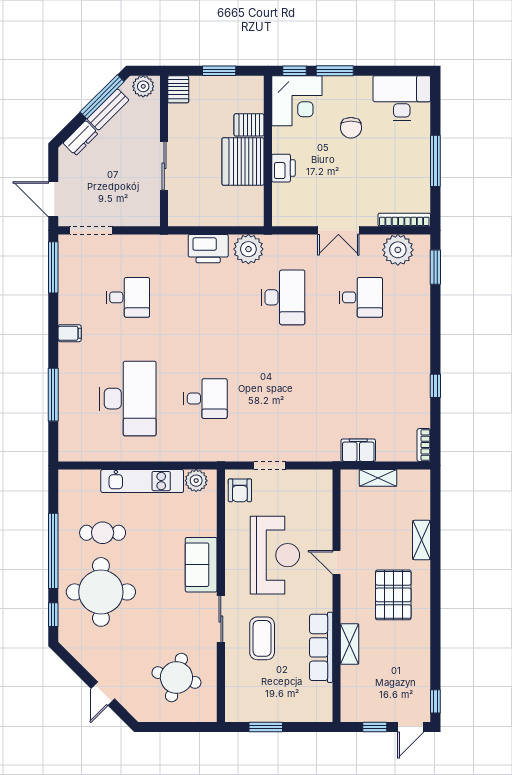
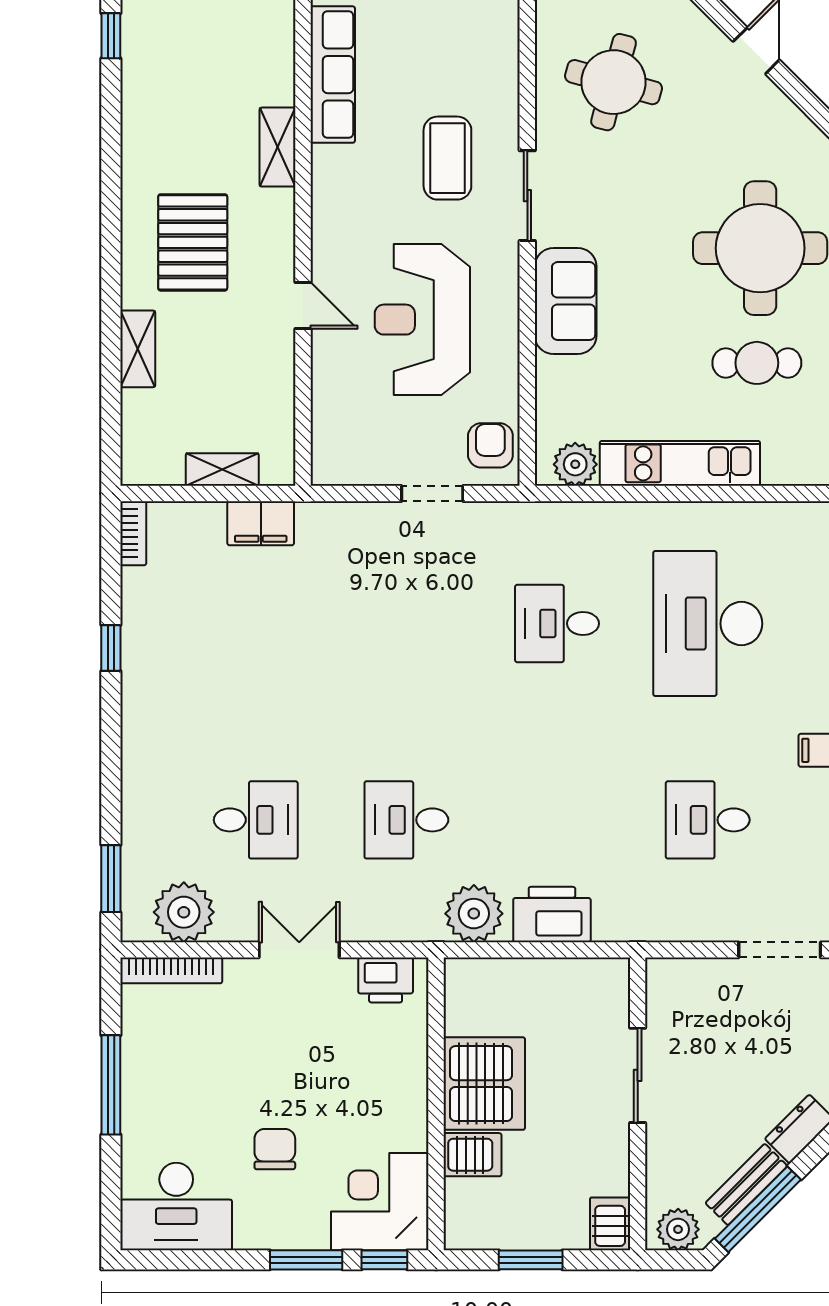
printer: (283, 168) -> (386, 980), moved, turned -90
desk: (283, 297) -> (406, 820), width x0.73
desk: (361, 297) -> (256, 820), turned 180
row of seats: (321, 647) -> (333, 75), moved

